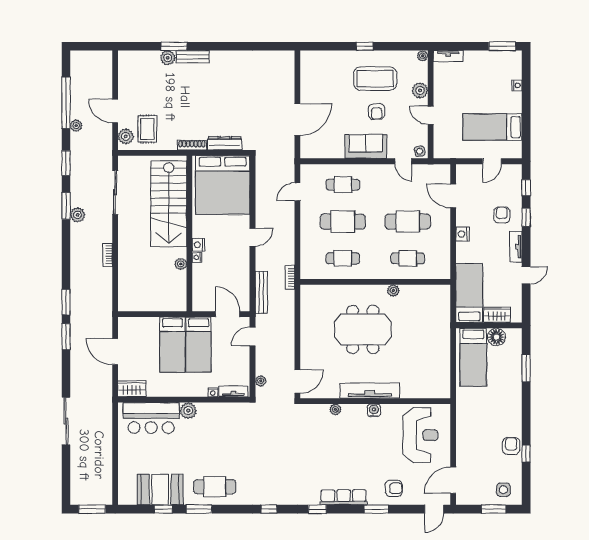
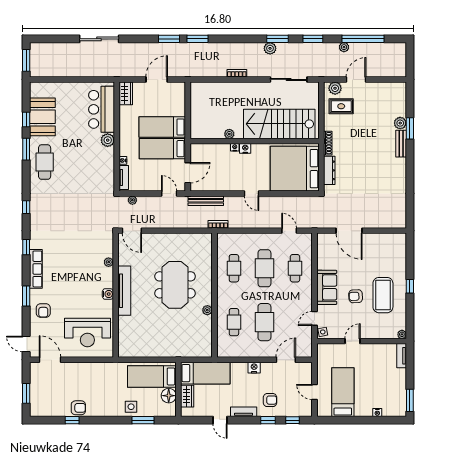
plant: (420, 90) -> (373, 332), removed
side table: (503, 490) -> (131, 407), moved

